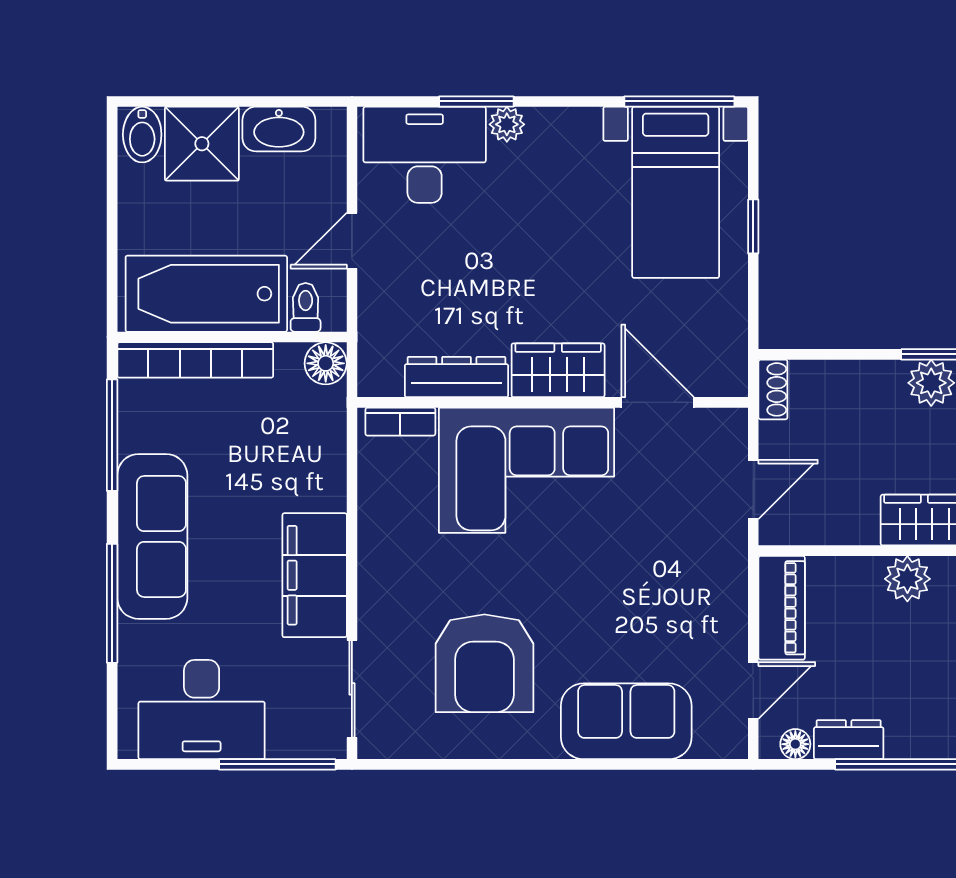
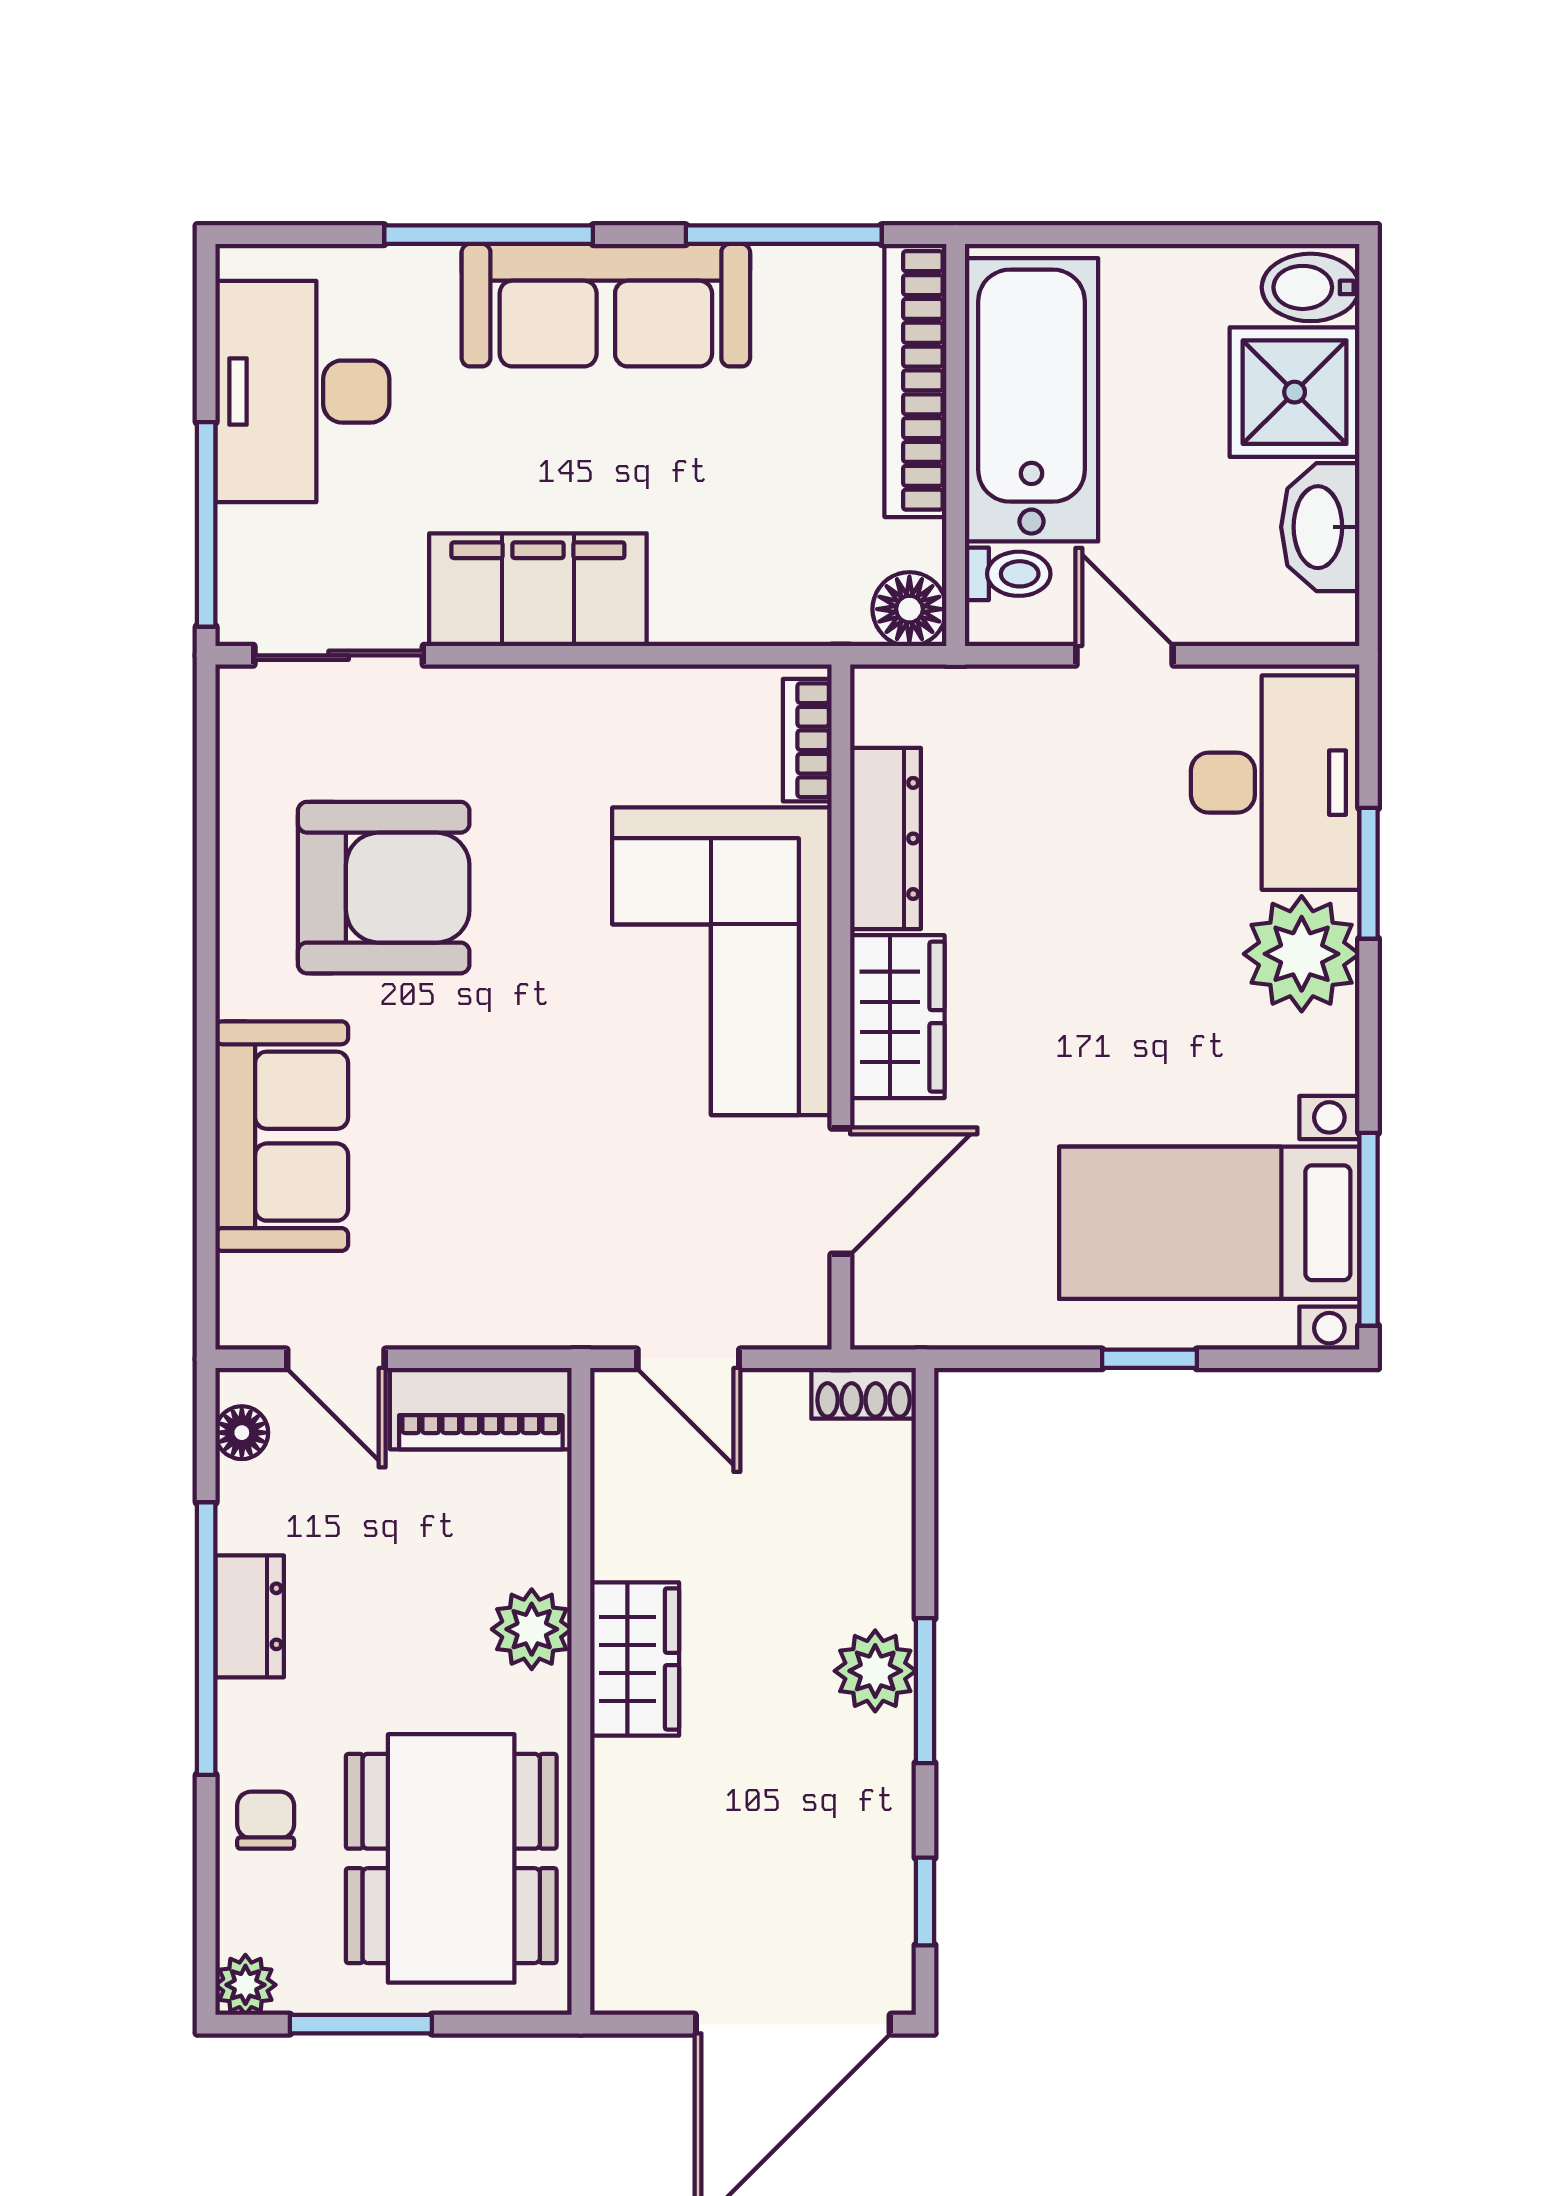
plant: (507, 124) -> (1302, 954), width x1.88, depth x1.88
armchair: (484, 663) -> (384, 888), turned 180
dresser: (849, 740) -> (250, 1616), moved

